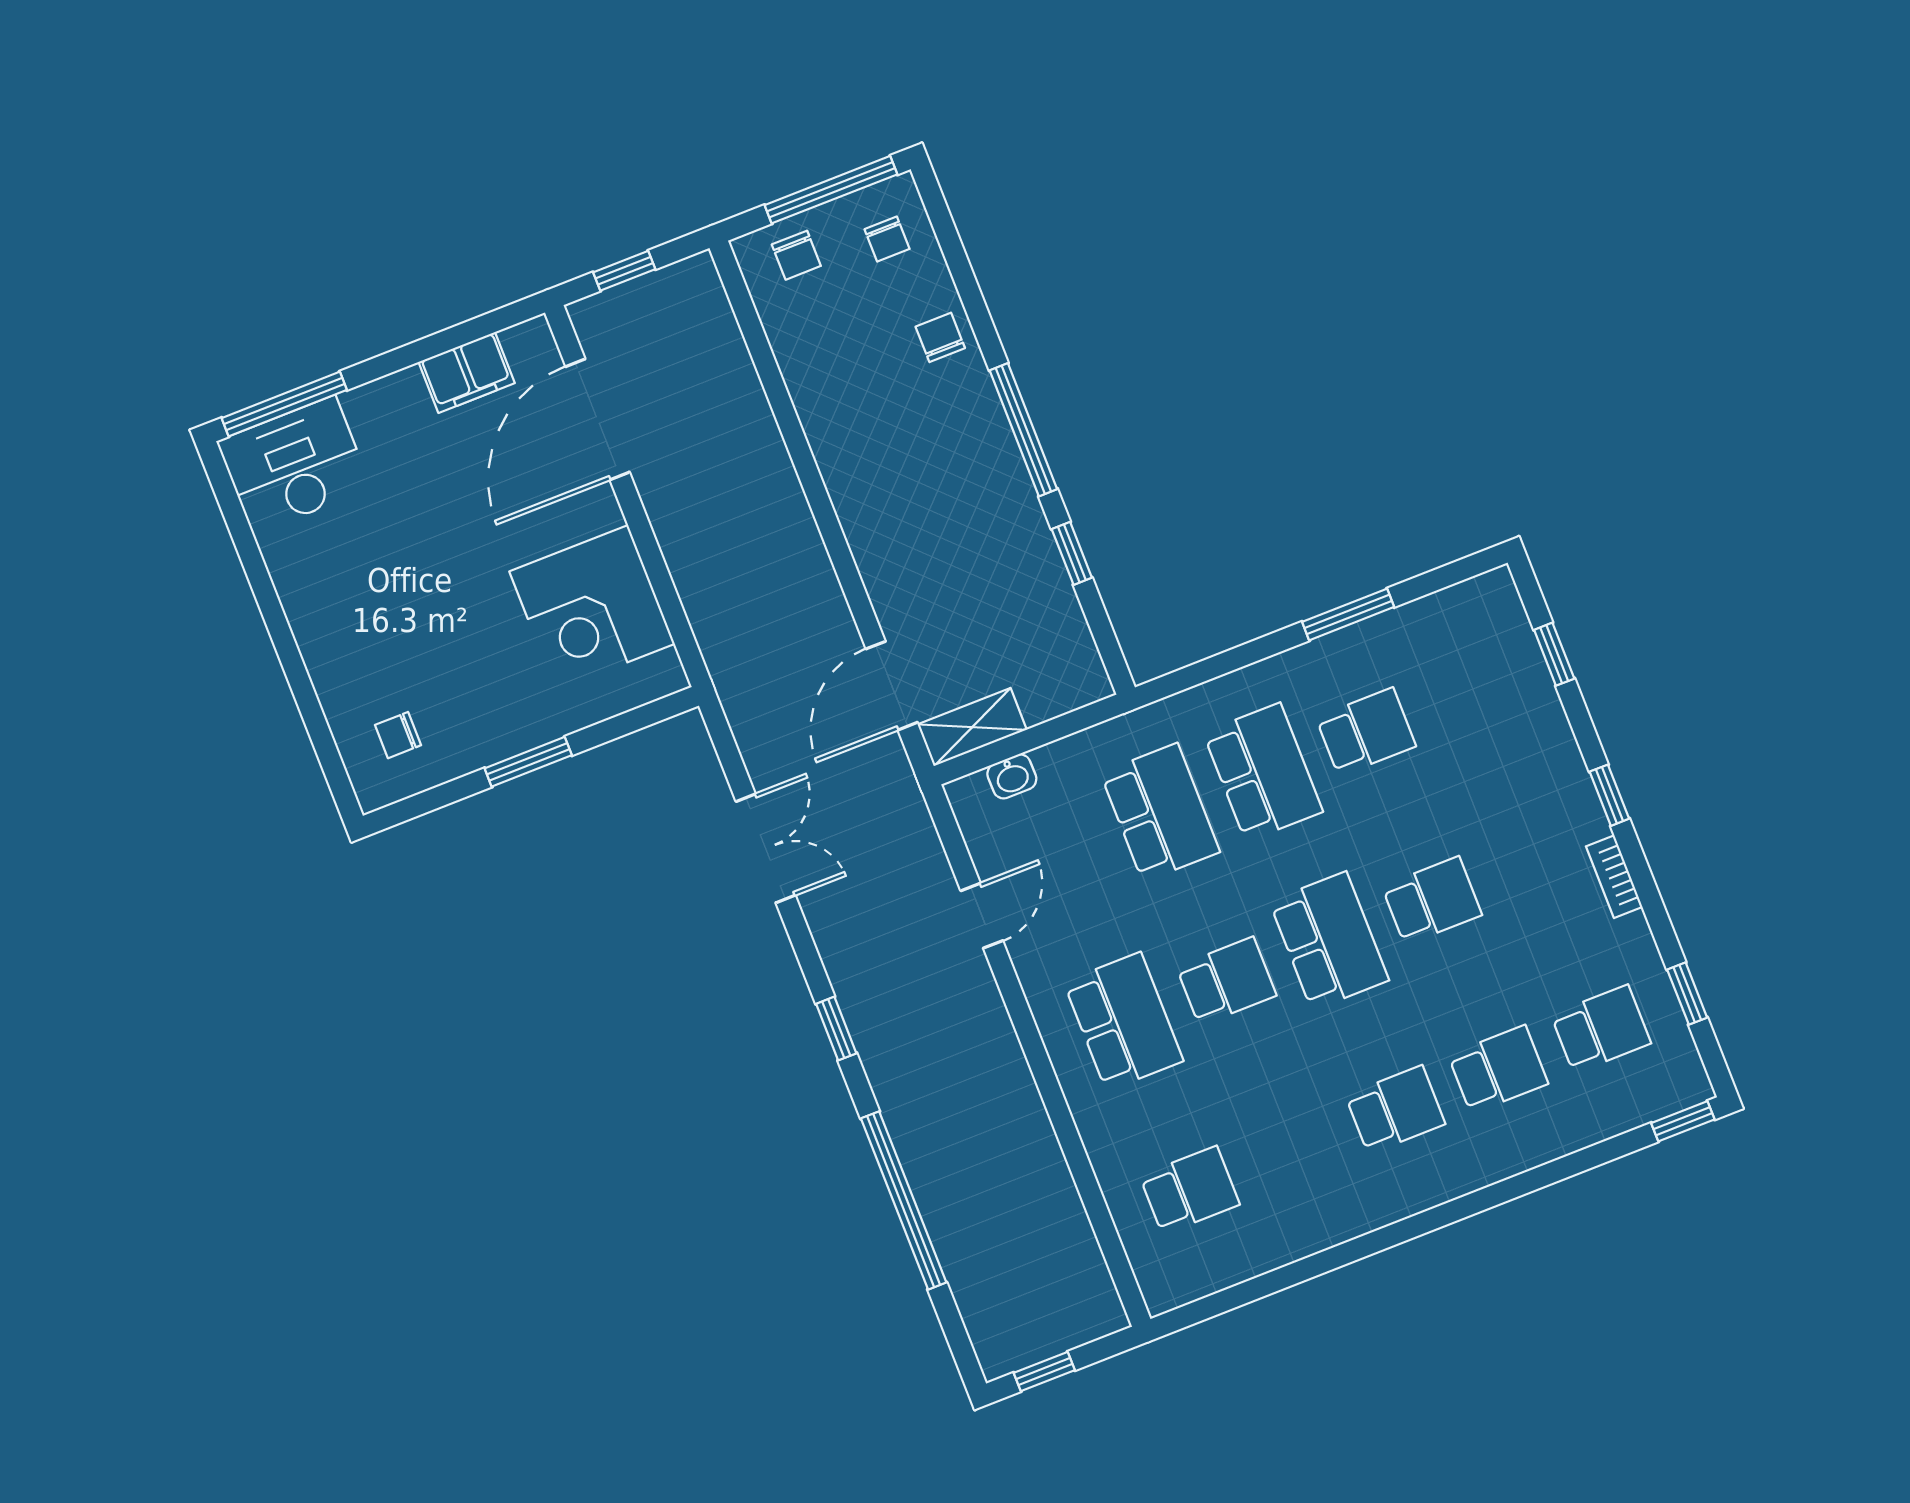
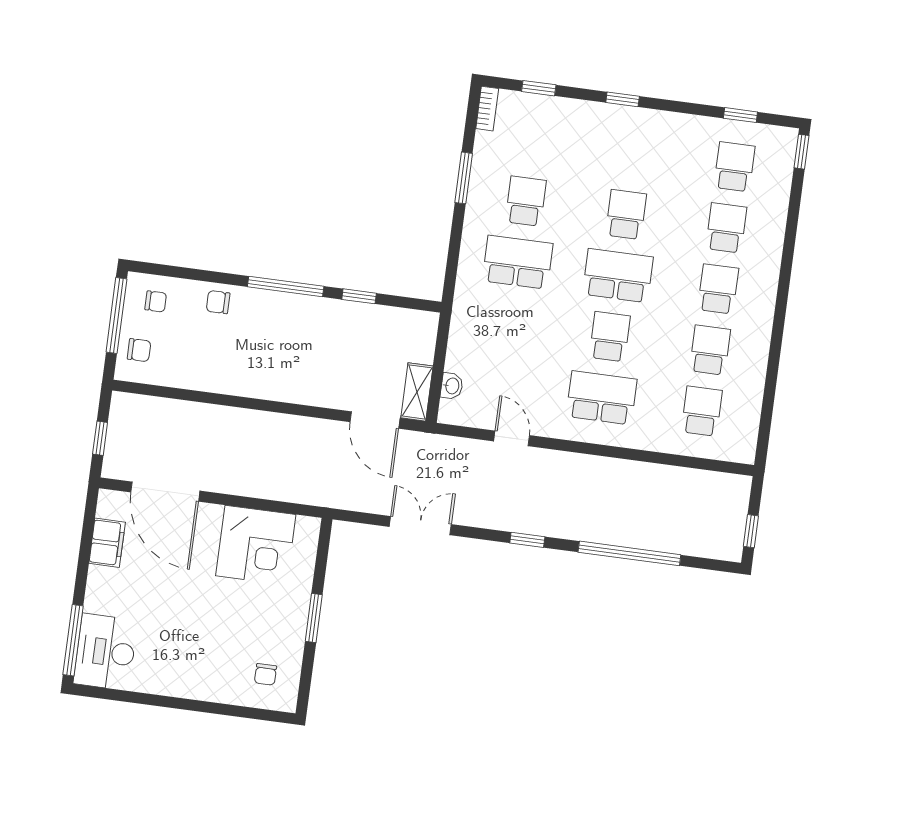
school desk: (1160, 812) -> (710, 350), moved, width x0.54
bookcase: (1614, 877) -> (487, 109), moved, turned -90

